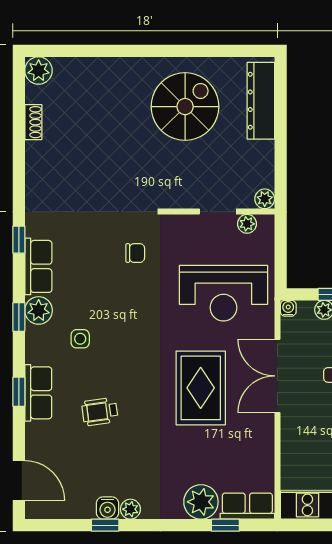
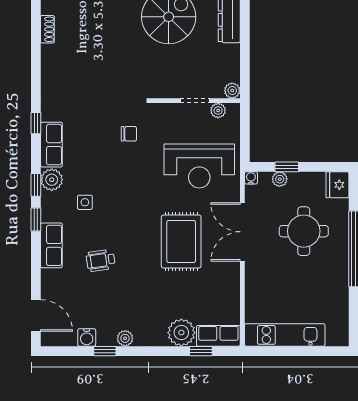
window: (19, 392) -> (36, 219), moved
water cooler: (107, 508) -> (87, 337), moved

